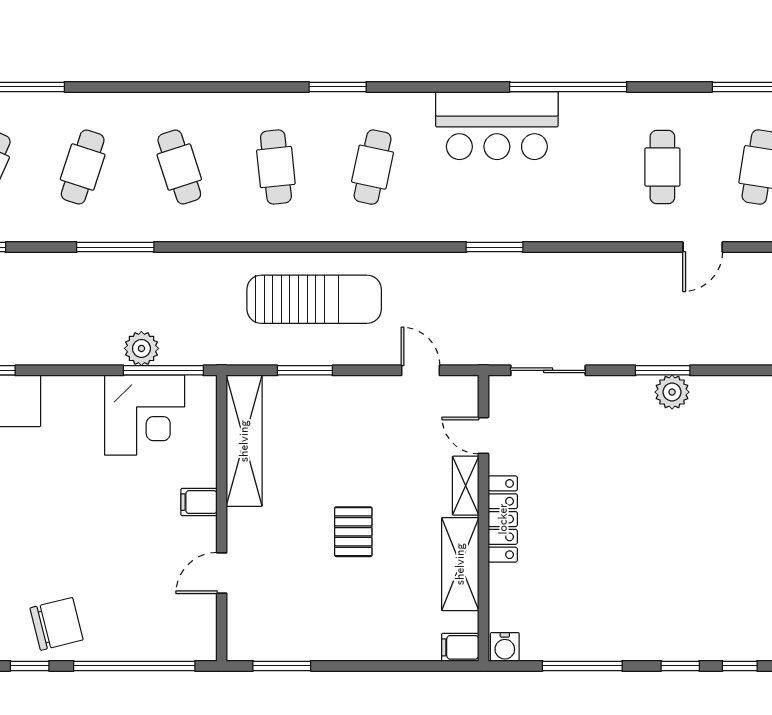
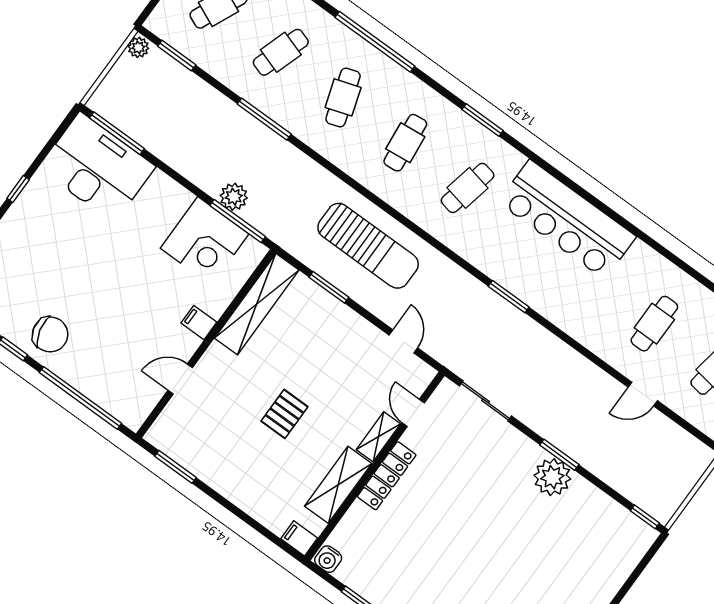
window: (568, 87) -> (375, 42), moved
bar counter: (497, 126) -> (567, 219), width x1.36
plant: (672, 392) -> (552, 477), width x1.36, depth x1.36

